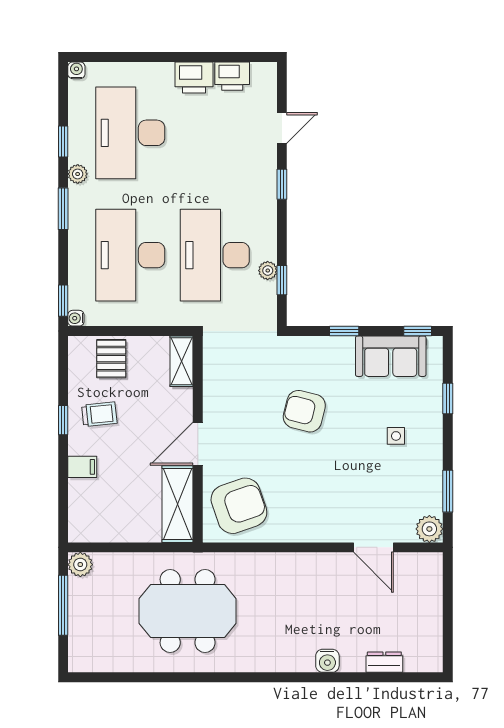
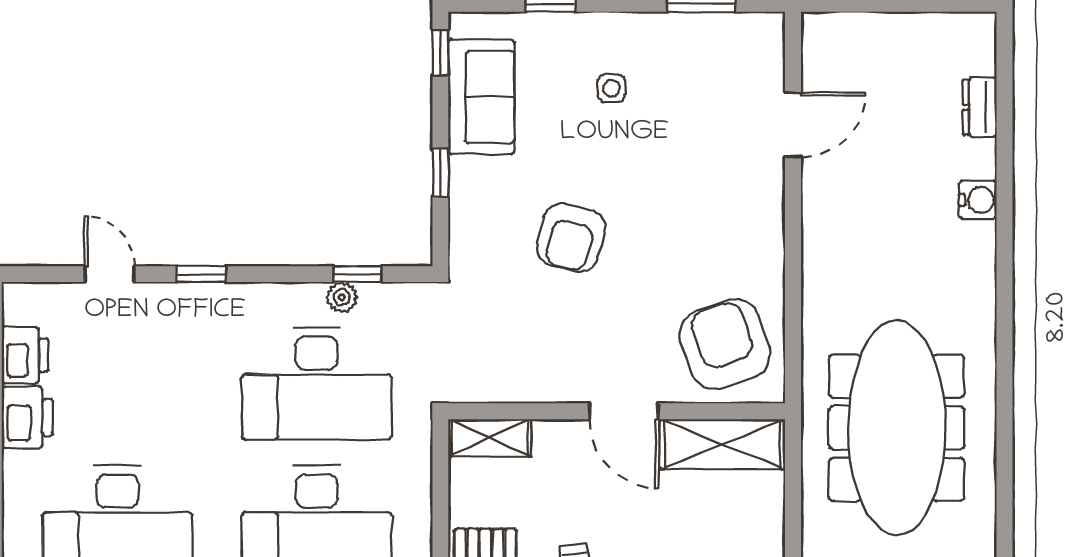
plant: (429, 529) -> (763, 34), removed
meeting table: (188, 611) -> (897, 428), width x1.36

